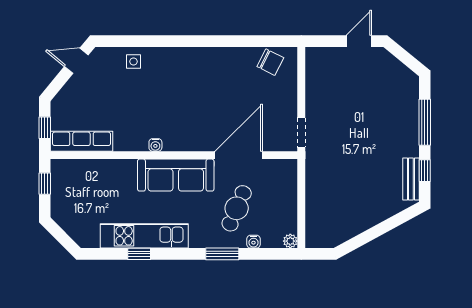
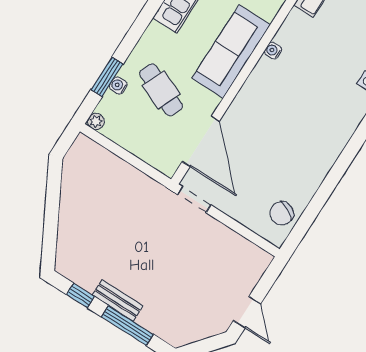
door: (239, 155) -> (201, 141), moved
bench: (411, 179) -> (118, 301), moved
window: (222, 254) -> (107, 77), moved

